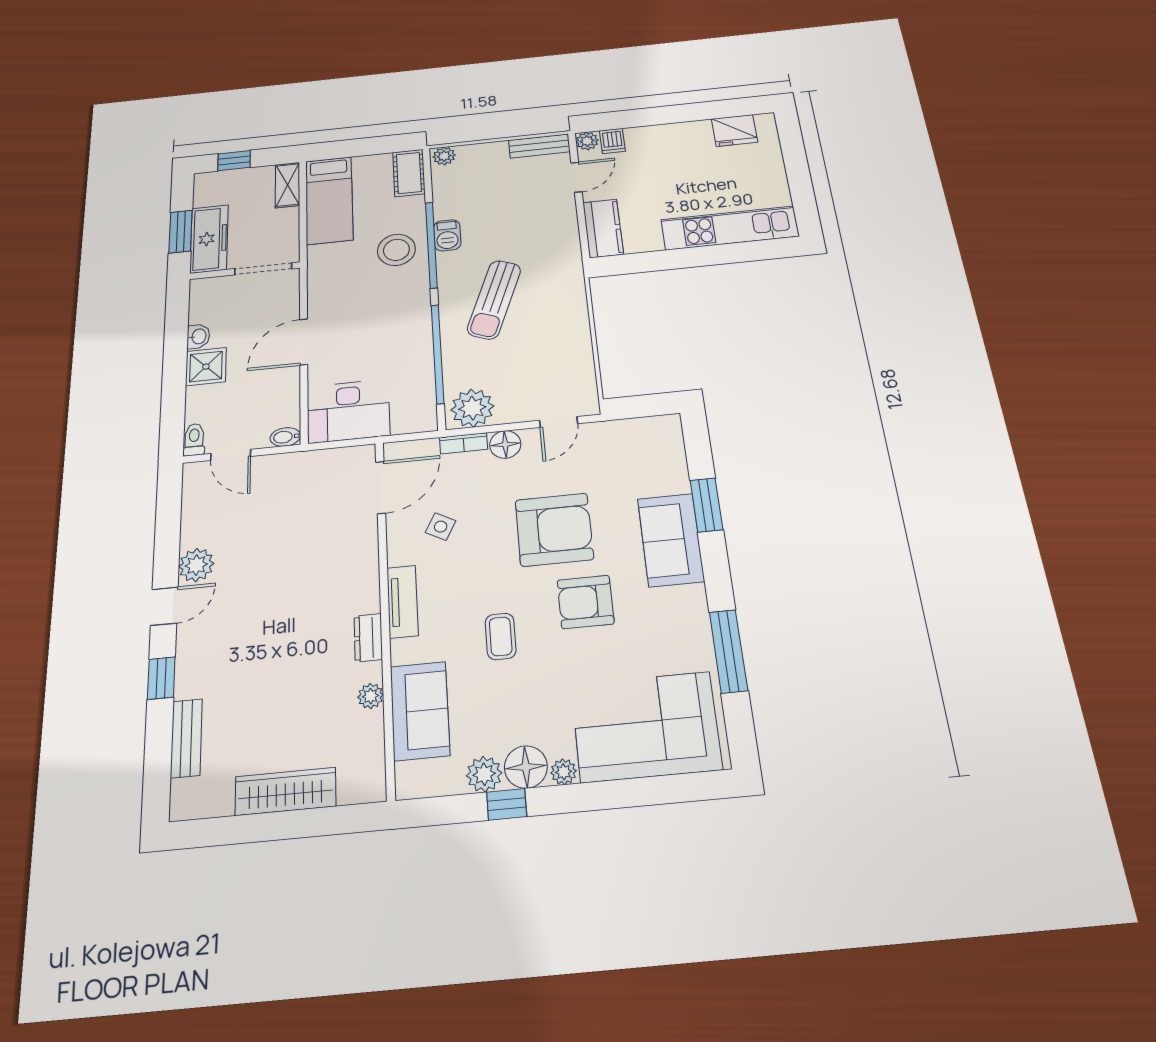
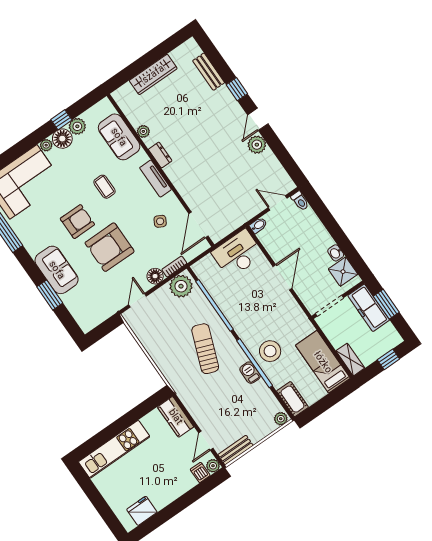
shower: (206, 367) -> (343, 272), moved

